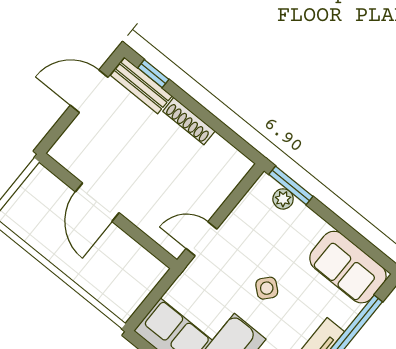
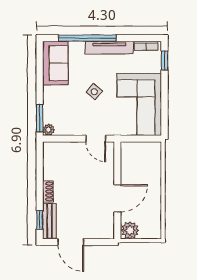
shoe rack: (189, 121) -> (48, 191), width x0.70
plant: (40, 184) -> (130, 230), added
plant: (283, 199) -> (49, 130), moved

